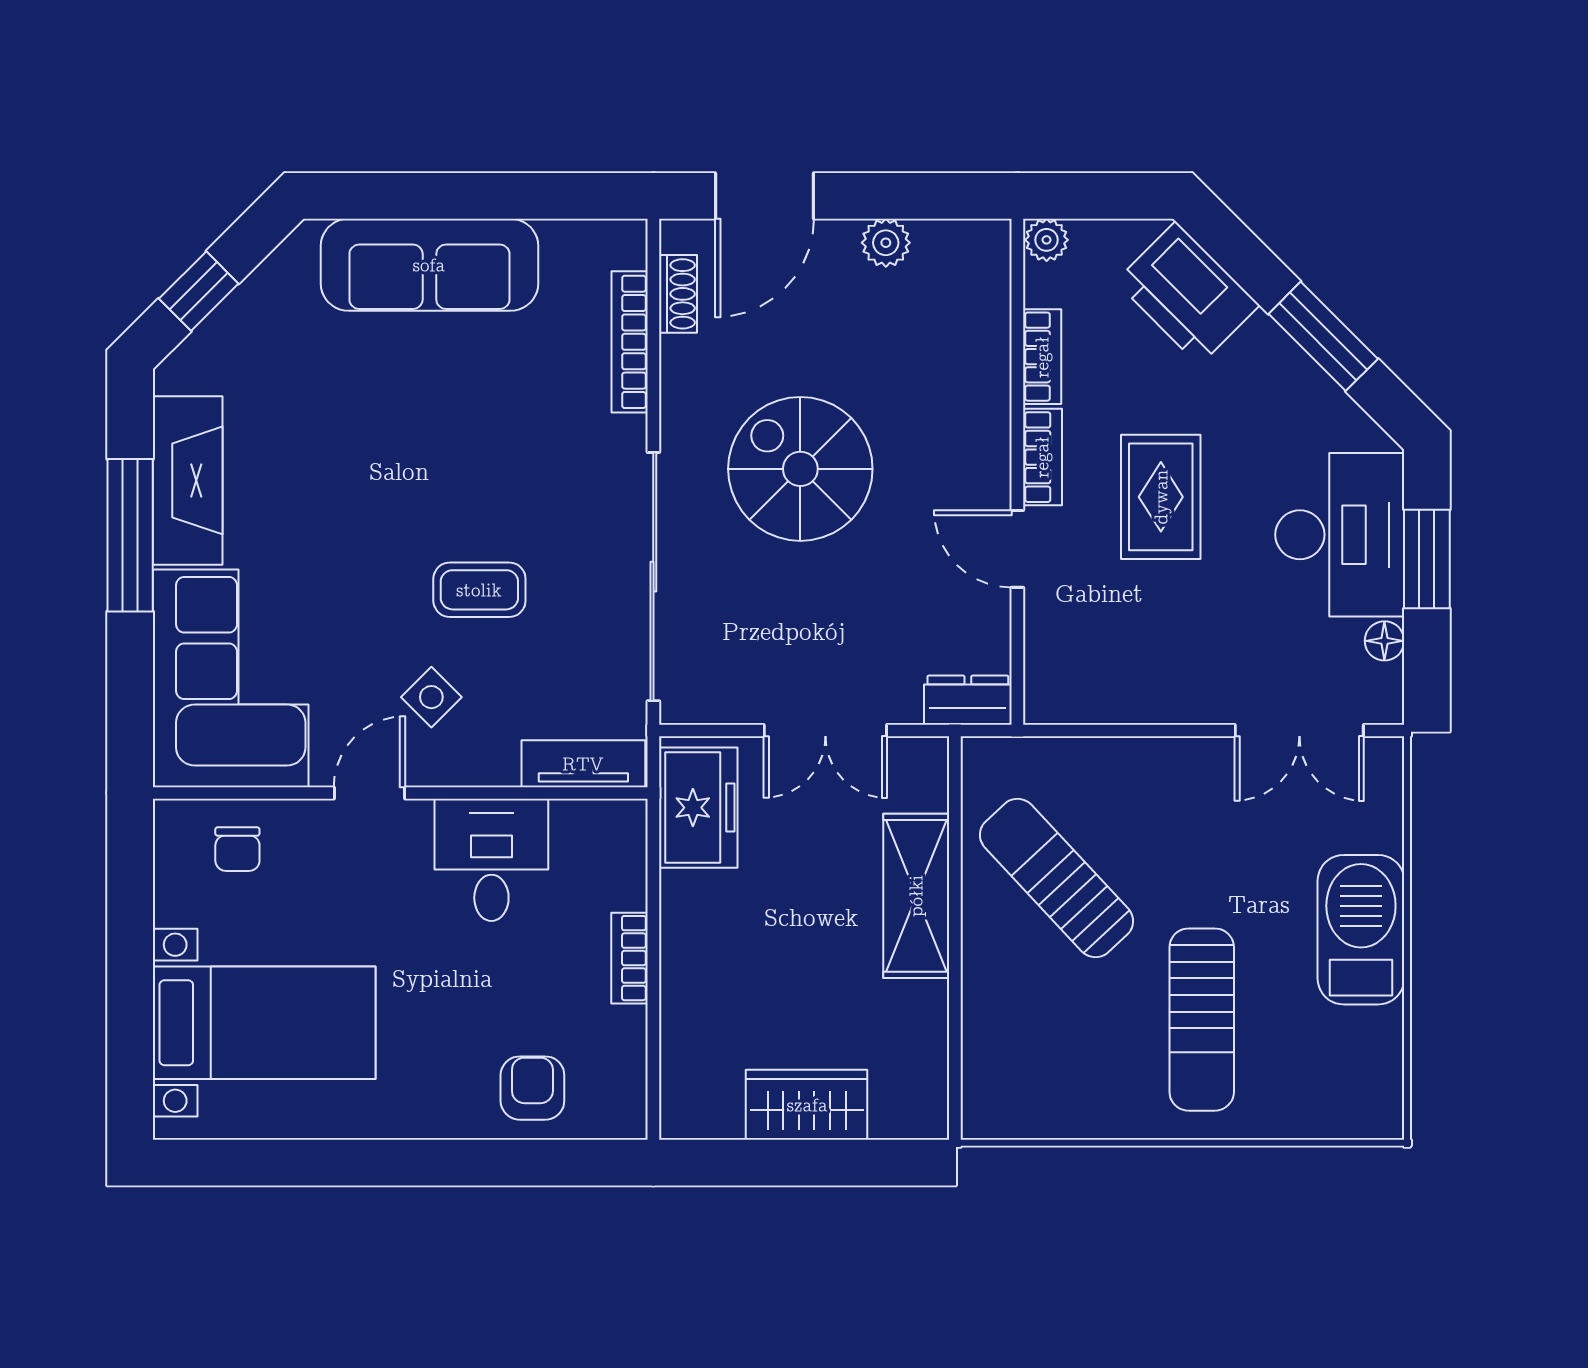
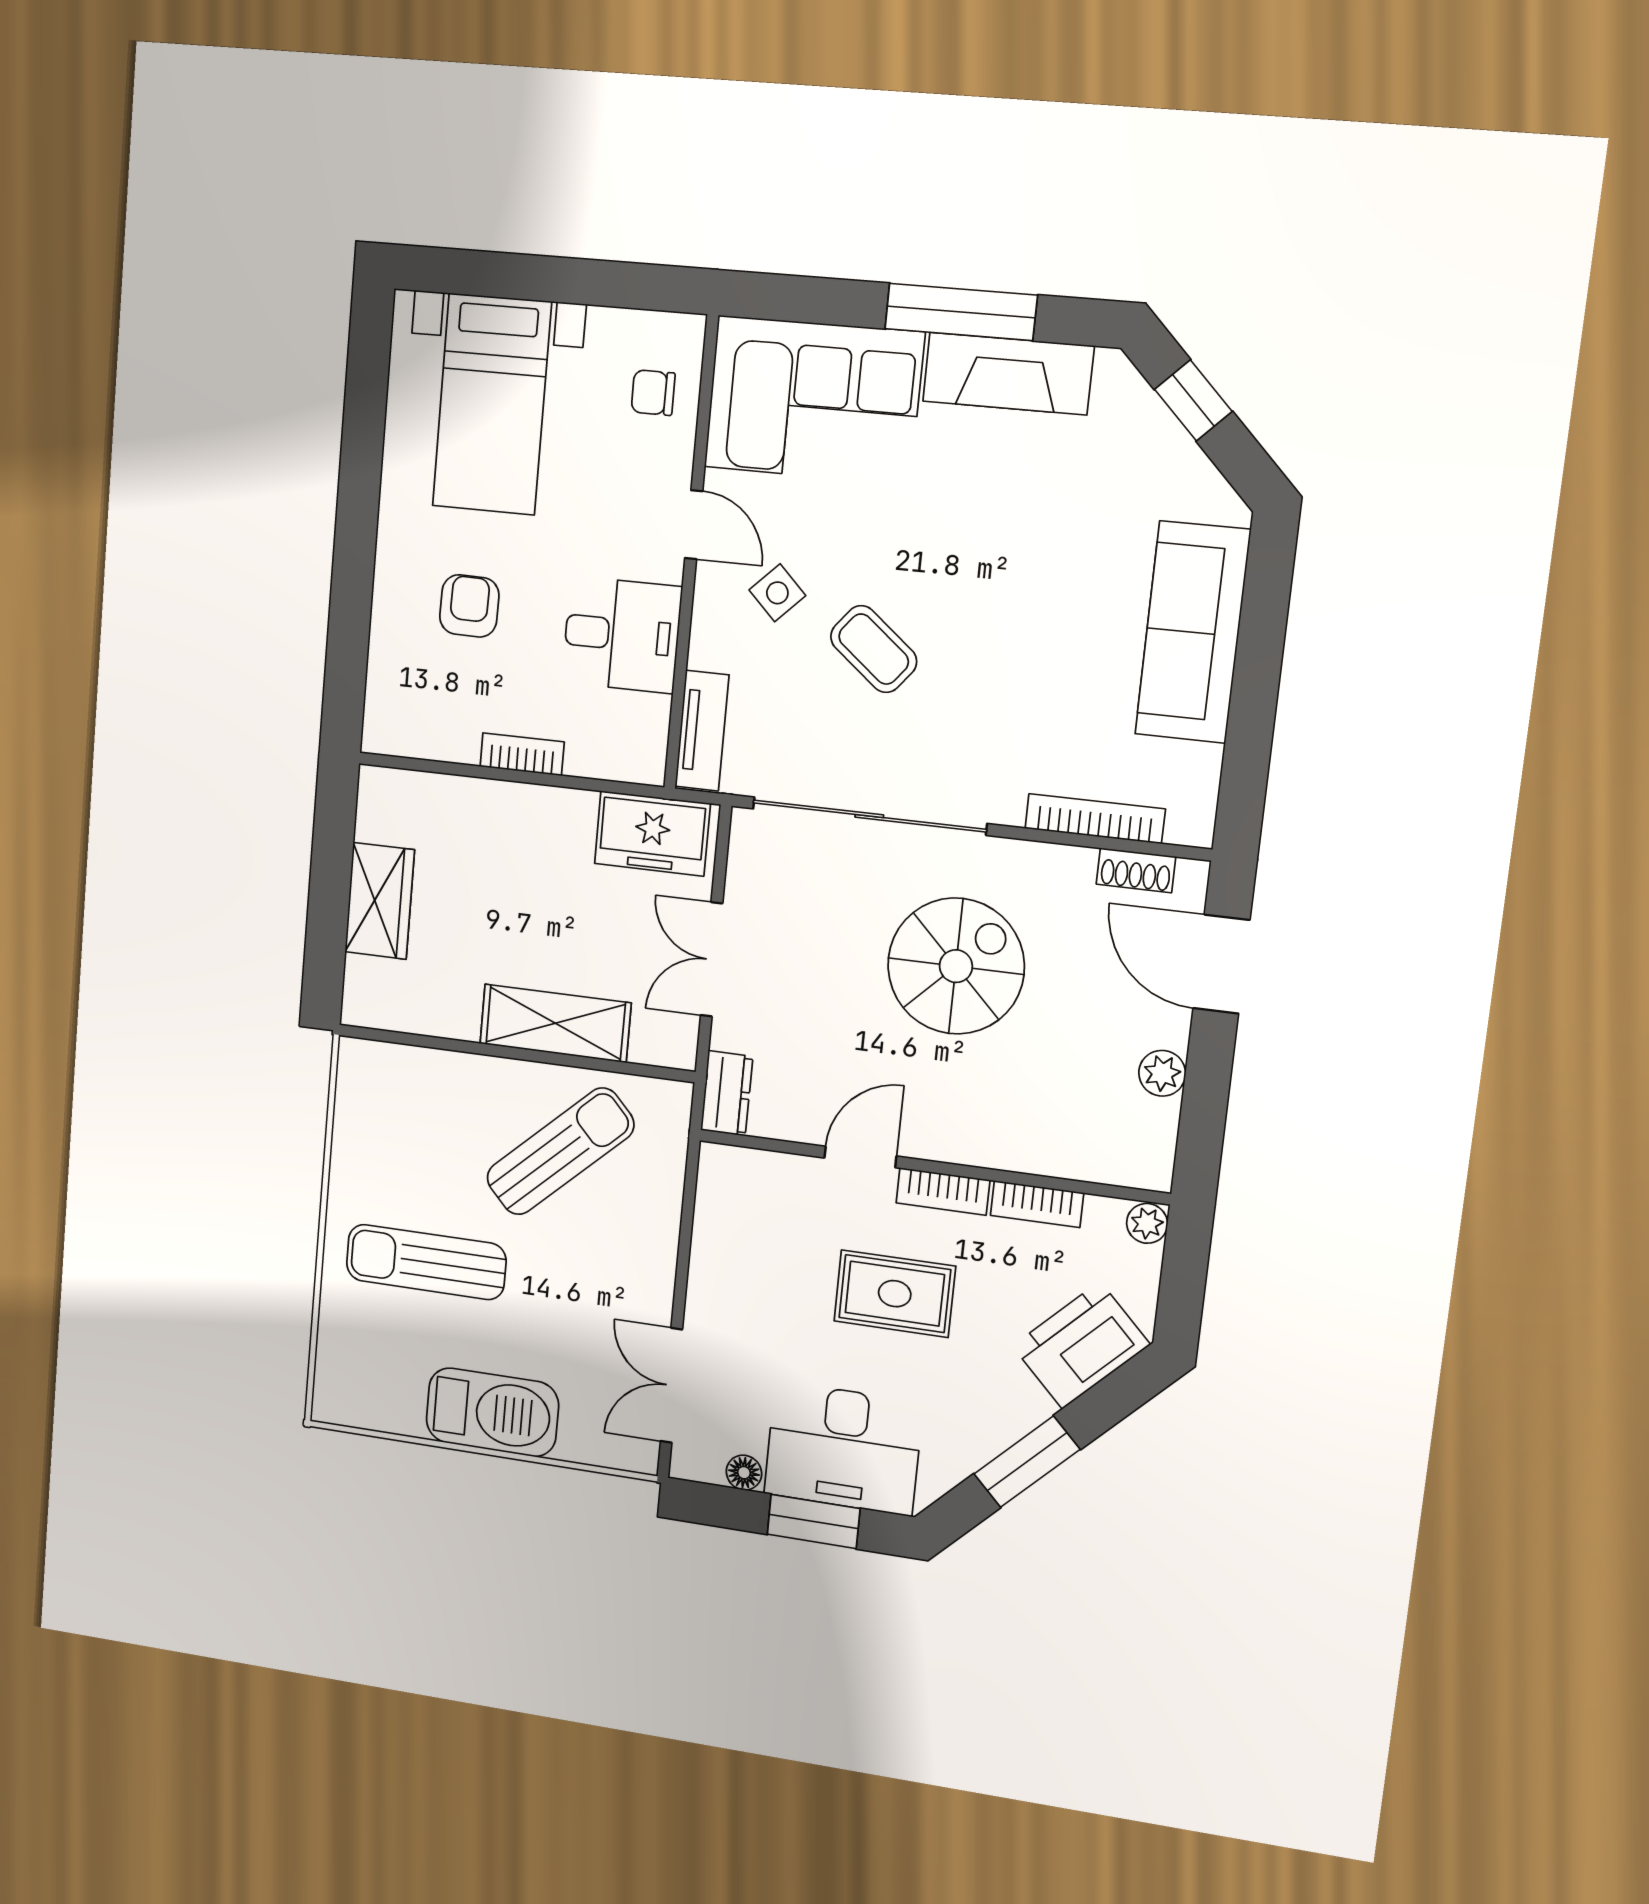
coffee table: (479, 590) -> (874, 649), turned -51
armchair: (532, 1088) -> (469, 606), moved, turned -89

